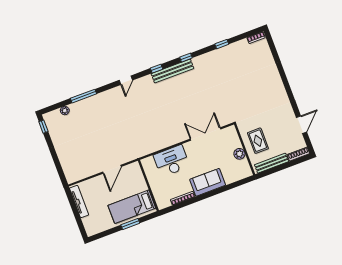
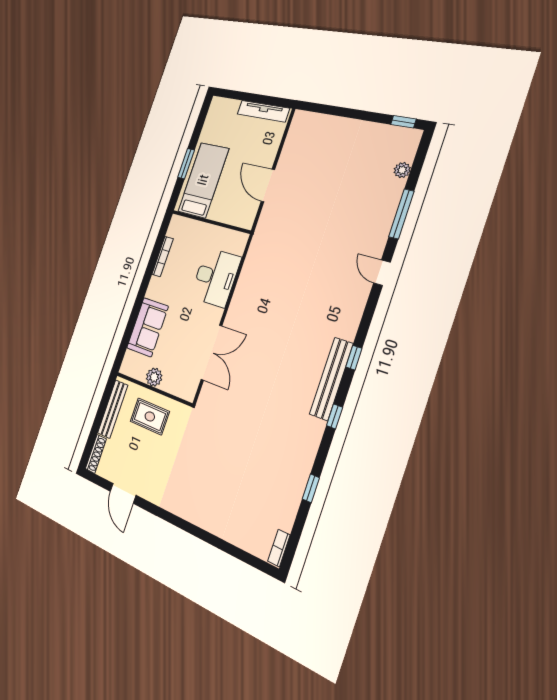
door: (126, 80) -> (382, 273), moved
sofa: (208, 182) -> (147, 327), moved

